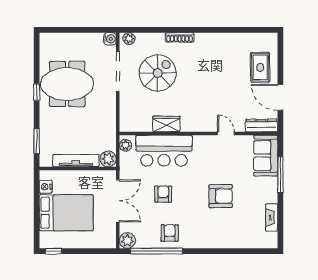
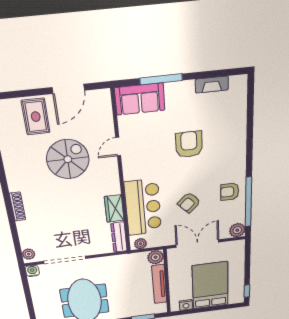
rug: (260, 67) -> (36, 117), turned 90
spiral stairs: (158, 73) -> (68, 159), moved, turned 90
dresser: (261, 125) -> (119, 237), moved
armchair: (163, 194) -> (189, 203), turned -44

